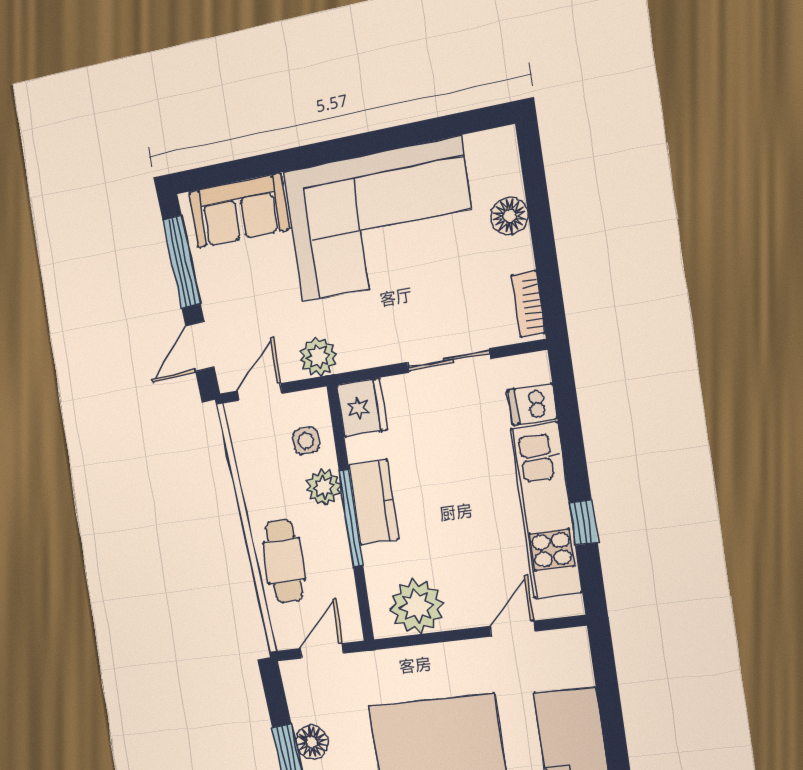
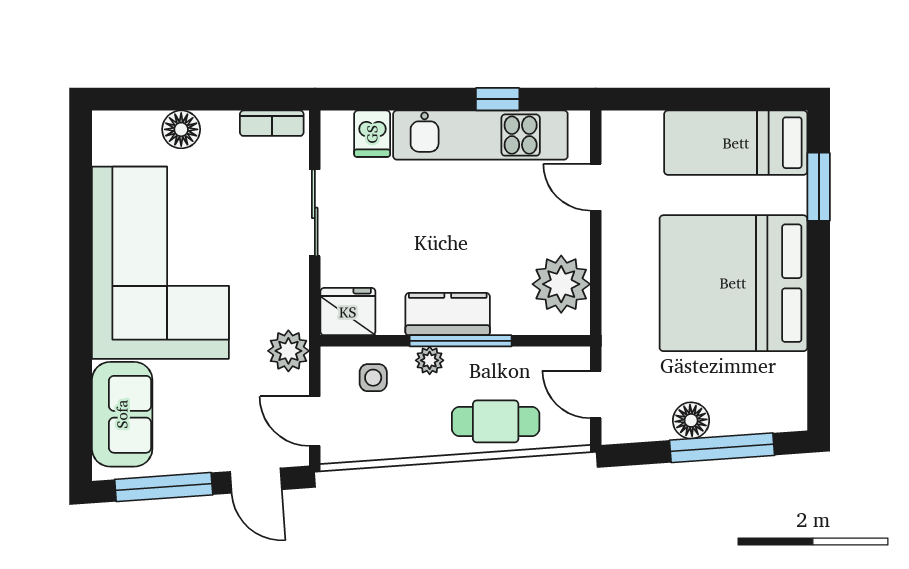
plant: (324, 487) -> (430, 360), width x0.73, depth x0.73

